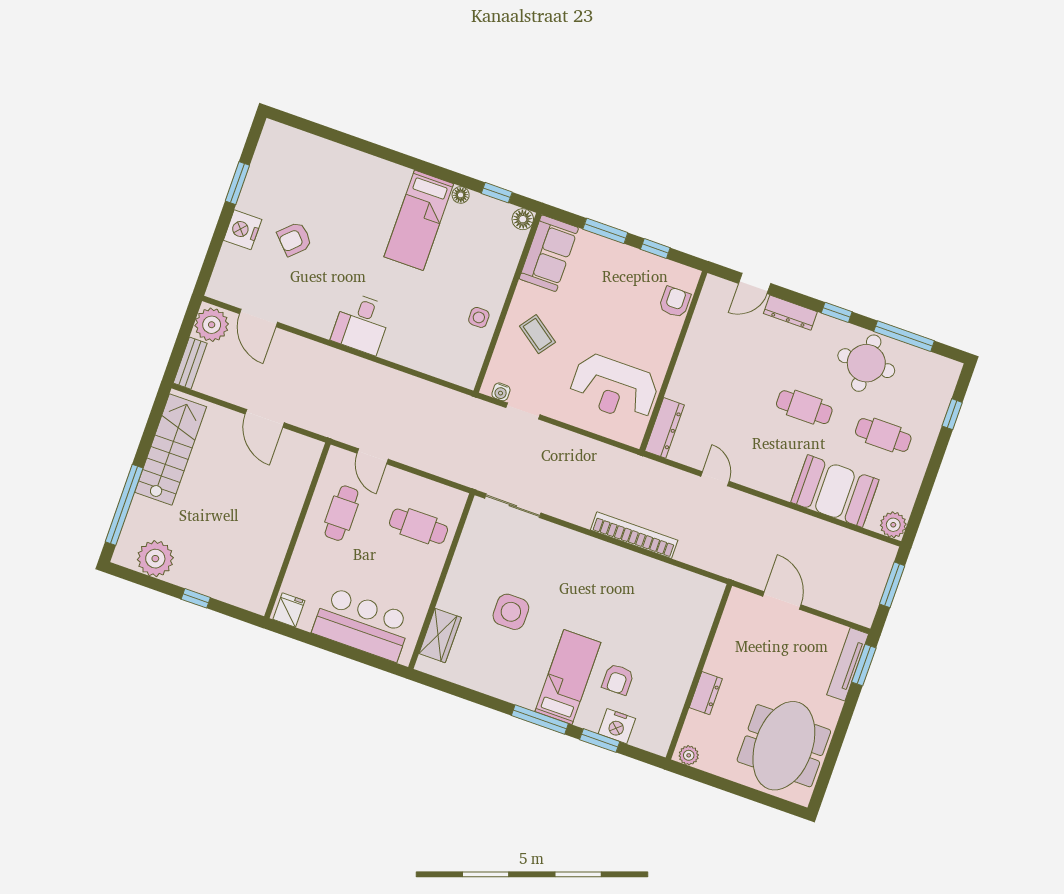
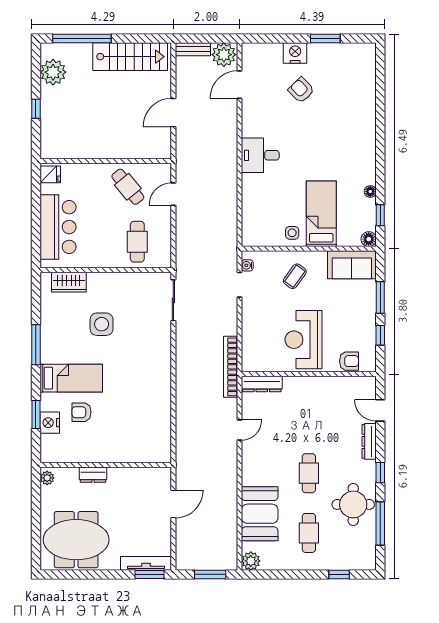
bed: (419, 220) -> (321, 214), moved, turned 90
reception desk: (614, 388) -> (303, 340), moved
cafe table: (341, 513) -> (128, 187), turned 51
bookcase: (634, 535) -> (231, 367), moved, turned 180
window: (540, 719) -> (36, 345), moved

